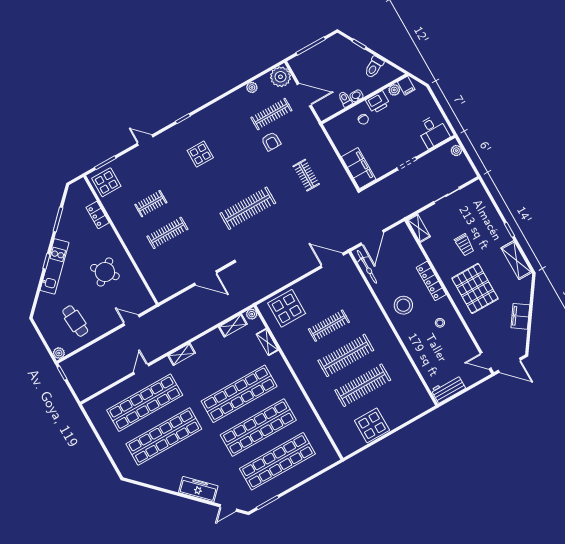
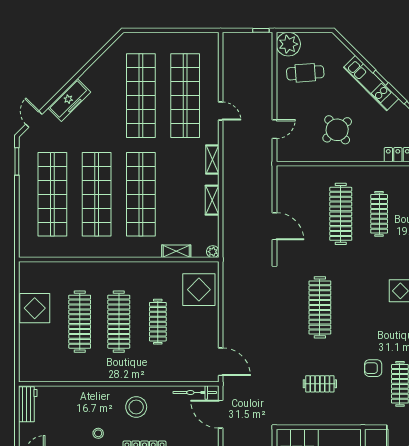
clothes rail: (151, 204) -> (379, 214), width x1.36
clothes rail: (167, 233) -> (341, 214), width x1.37, depth x1.31
door: (332, 260) -> (221, 362), hinge flipped
door: (206, 278) -> (275, 226), swing flipped
shelving: (233, 326) -> (212, 200), moved
plant: (59, 353) -> (288, 44), width x1.87, depth x1.87

